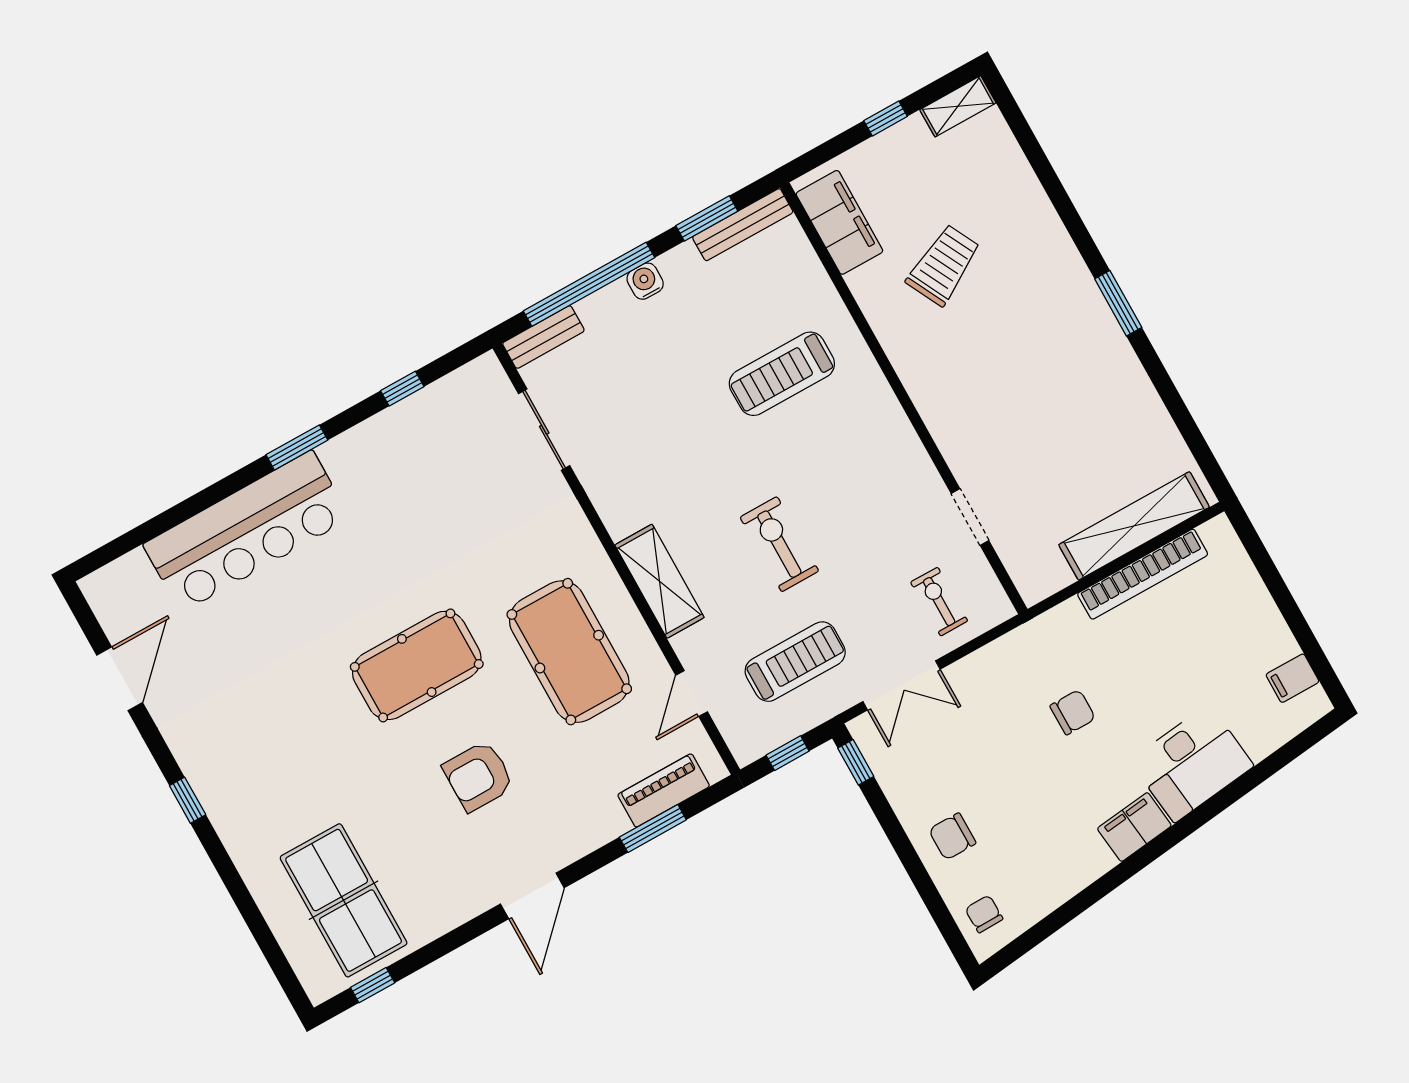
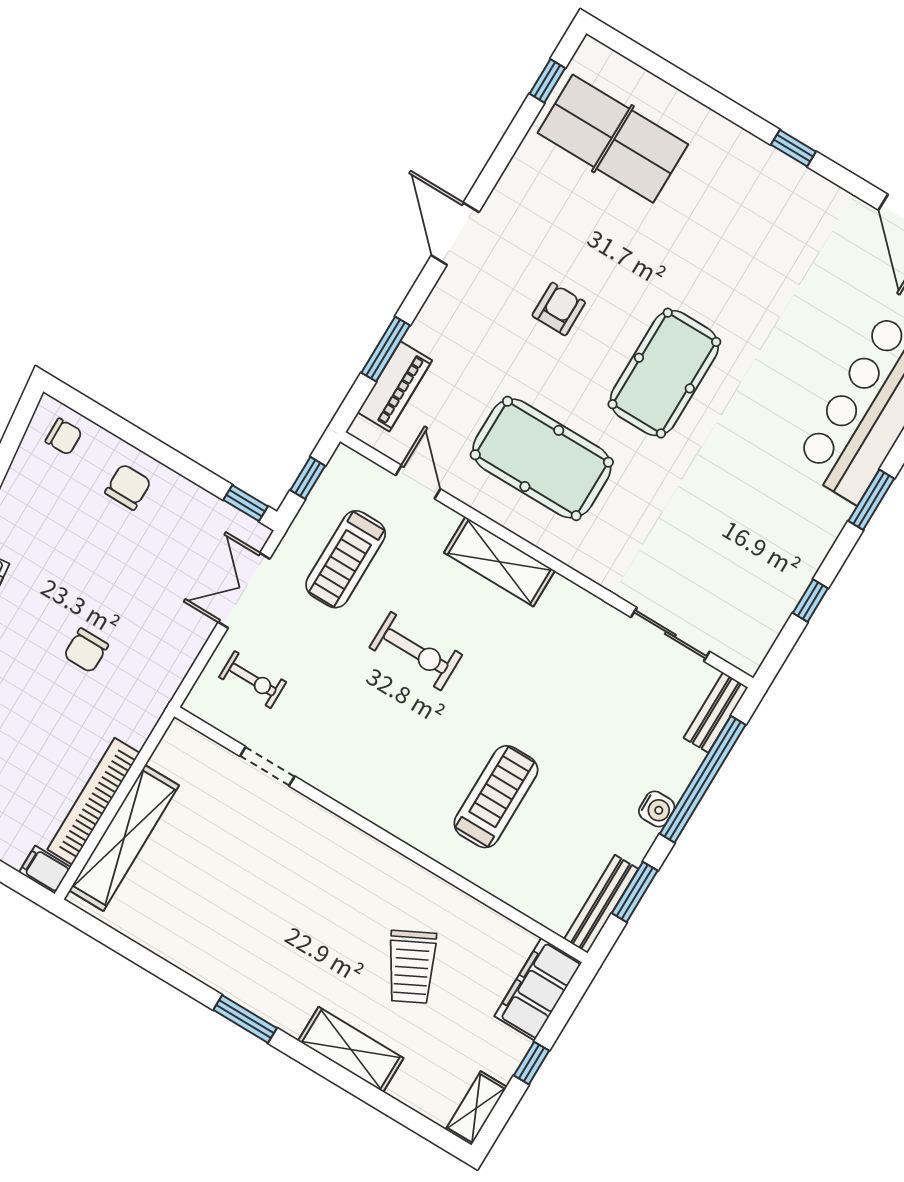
filing cabinet: (839, 222) -> (538, 989), moved, turned 90
shelving: (1040, 222) -> (351, 1049), added
filing cabinet: (1221, 538) -> (45, 870), added
armchair: (478, 776) -> (559, 309), width x0.72, depth x0.72

